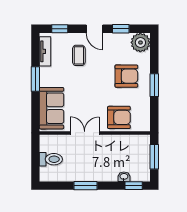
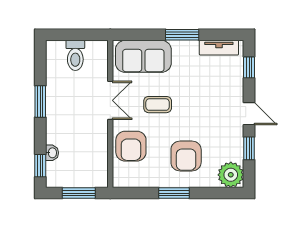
door: (94, 29) -> (249, 114), swing flipped
coffee table: (79, 55) -> (158, 105), moved

